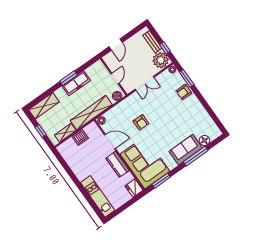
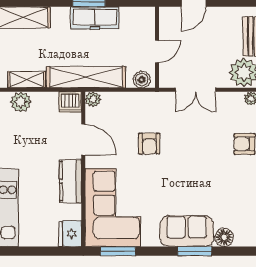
dishwasher: (80, 137) -> (70, 102), moved
plant: (70, 145) -> (21, 102), added
window: (196, 156) -> (195, 251), width x0.69

